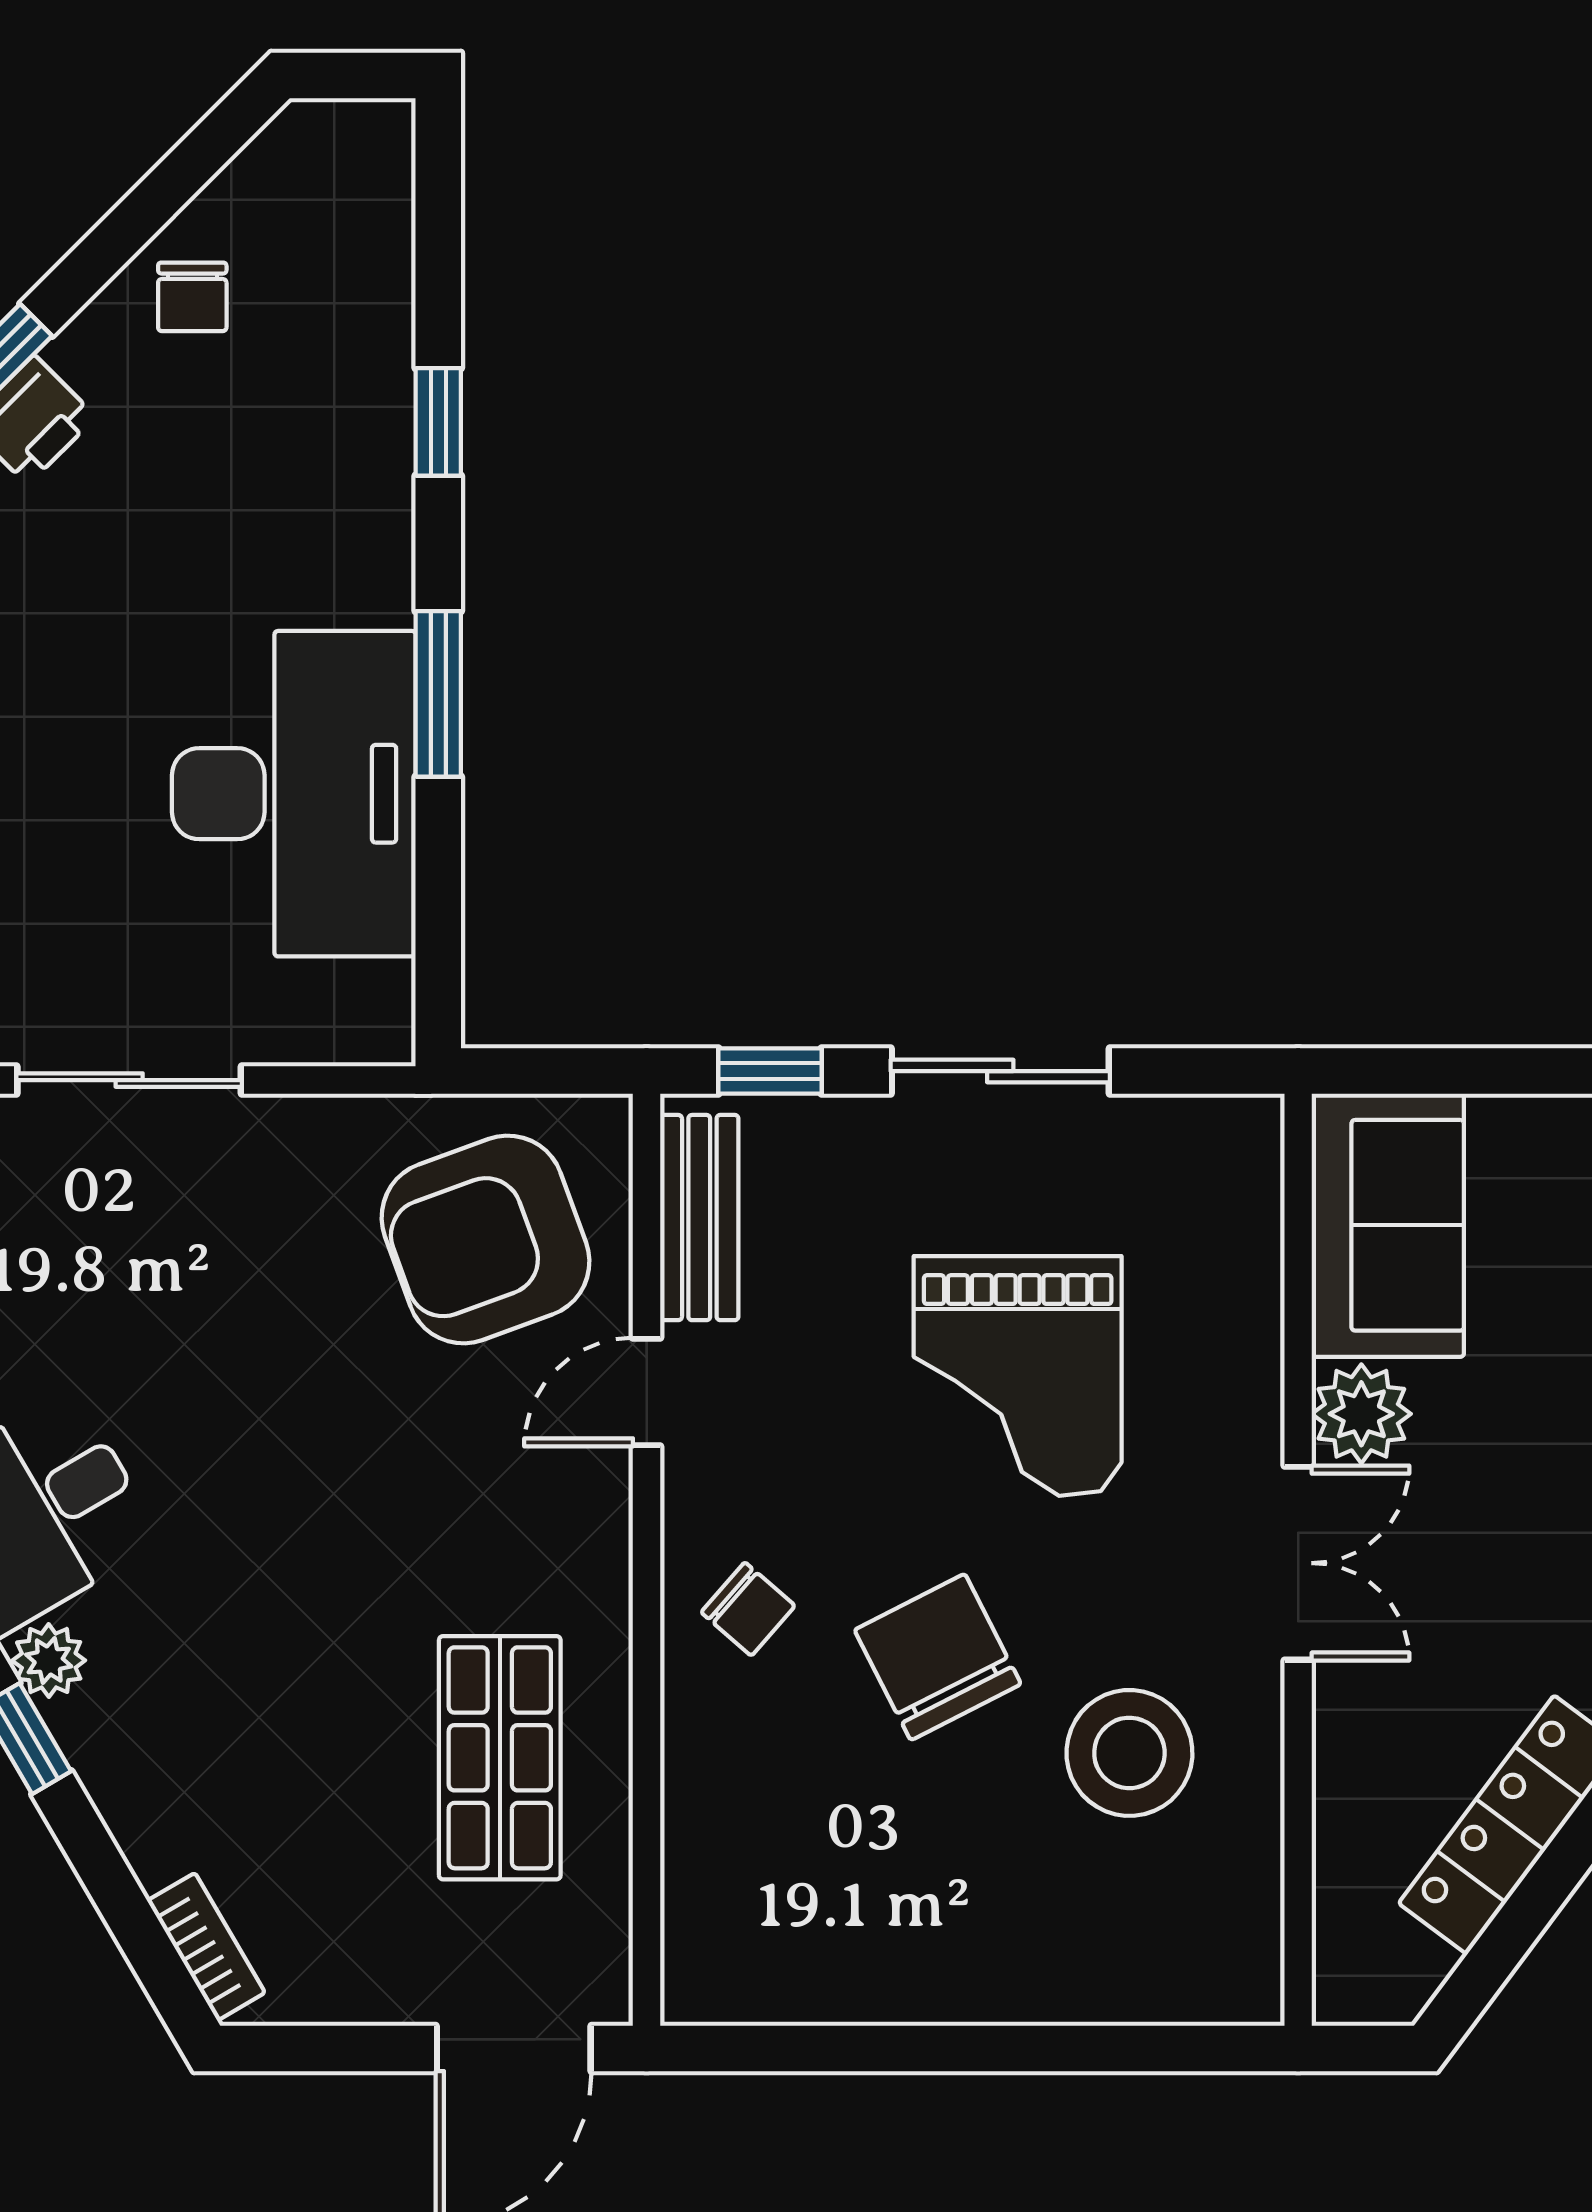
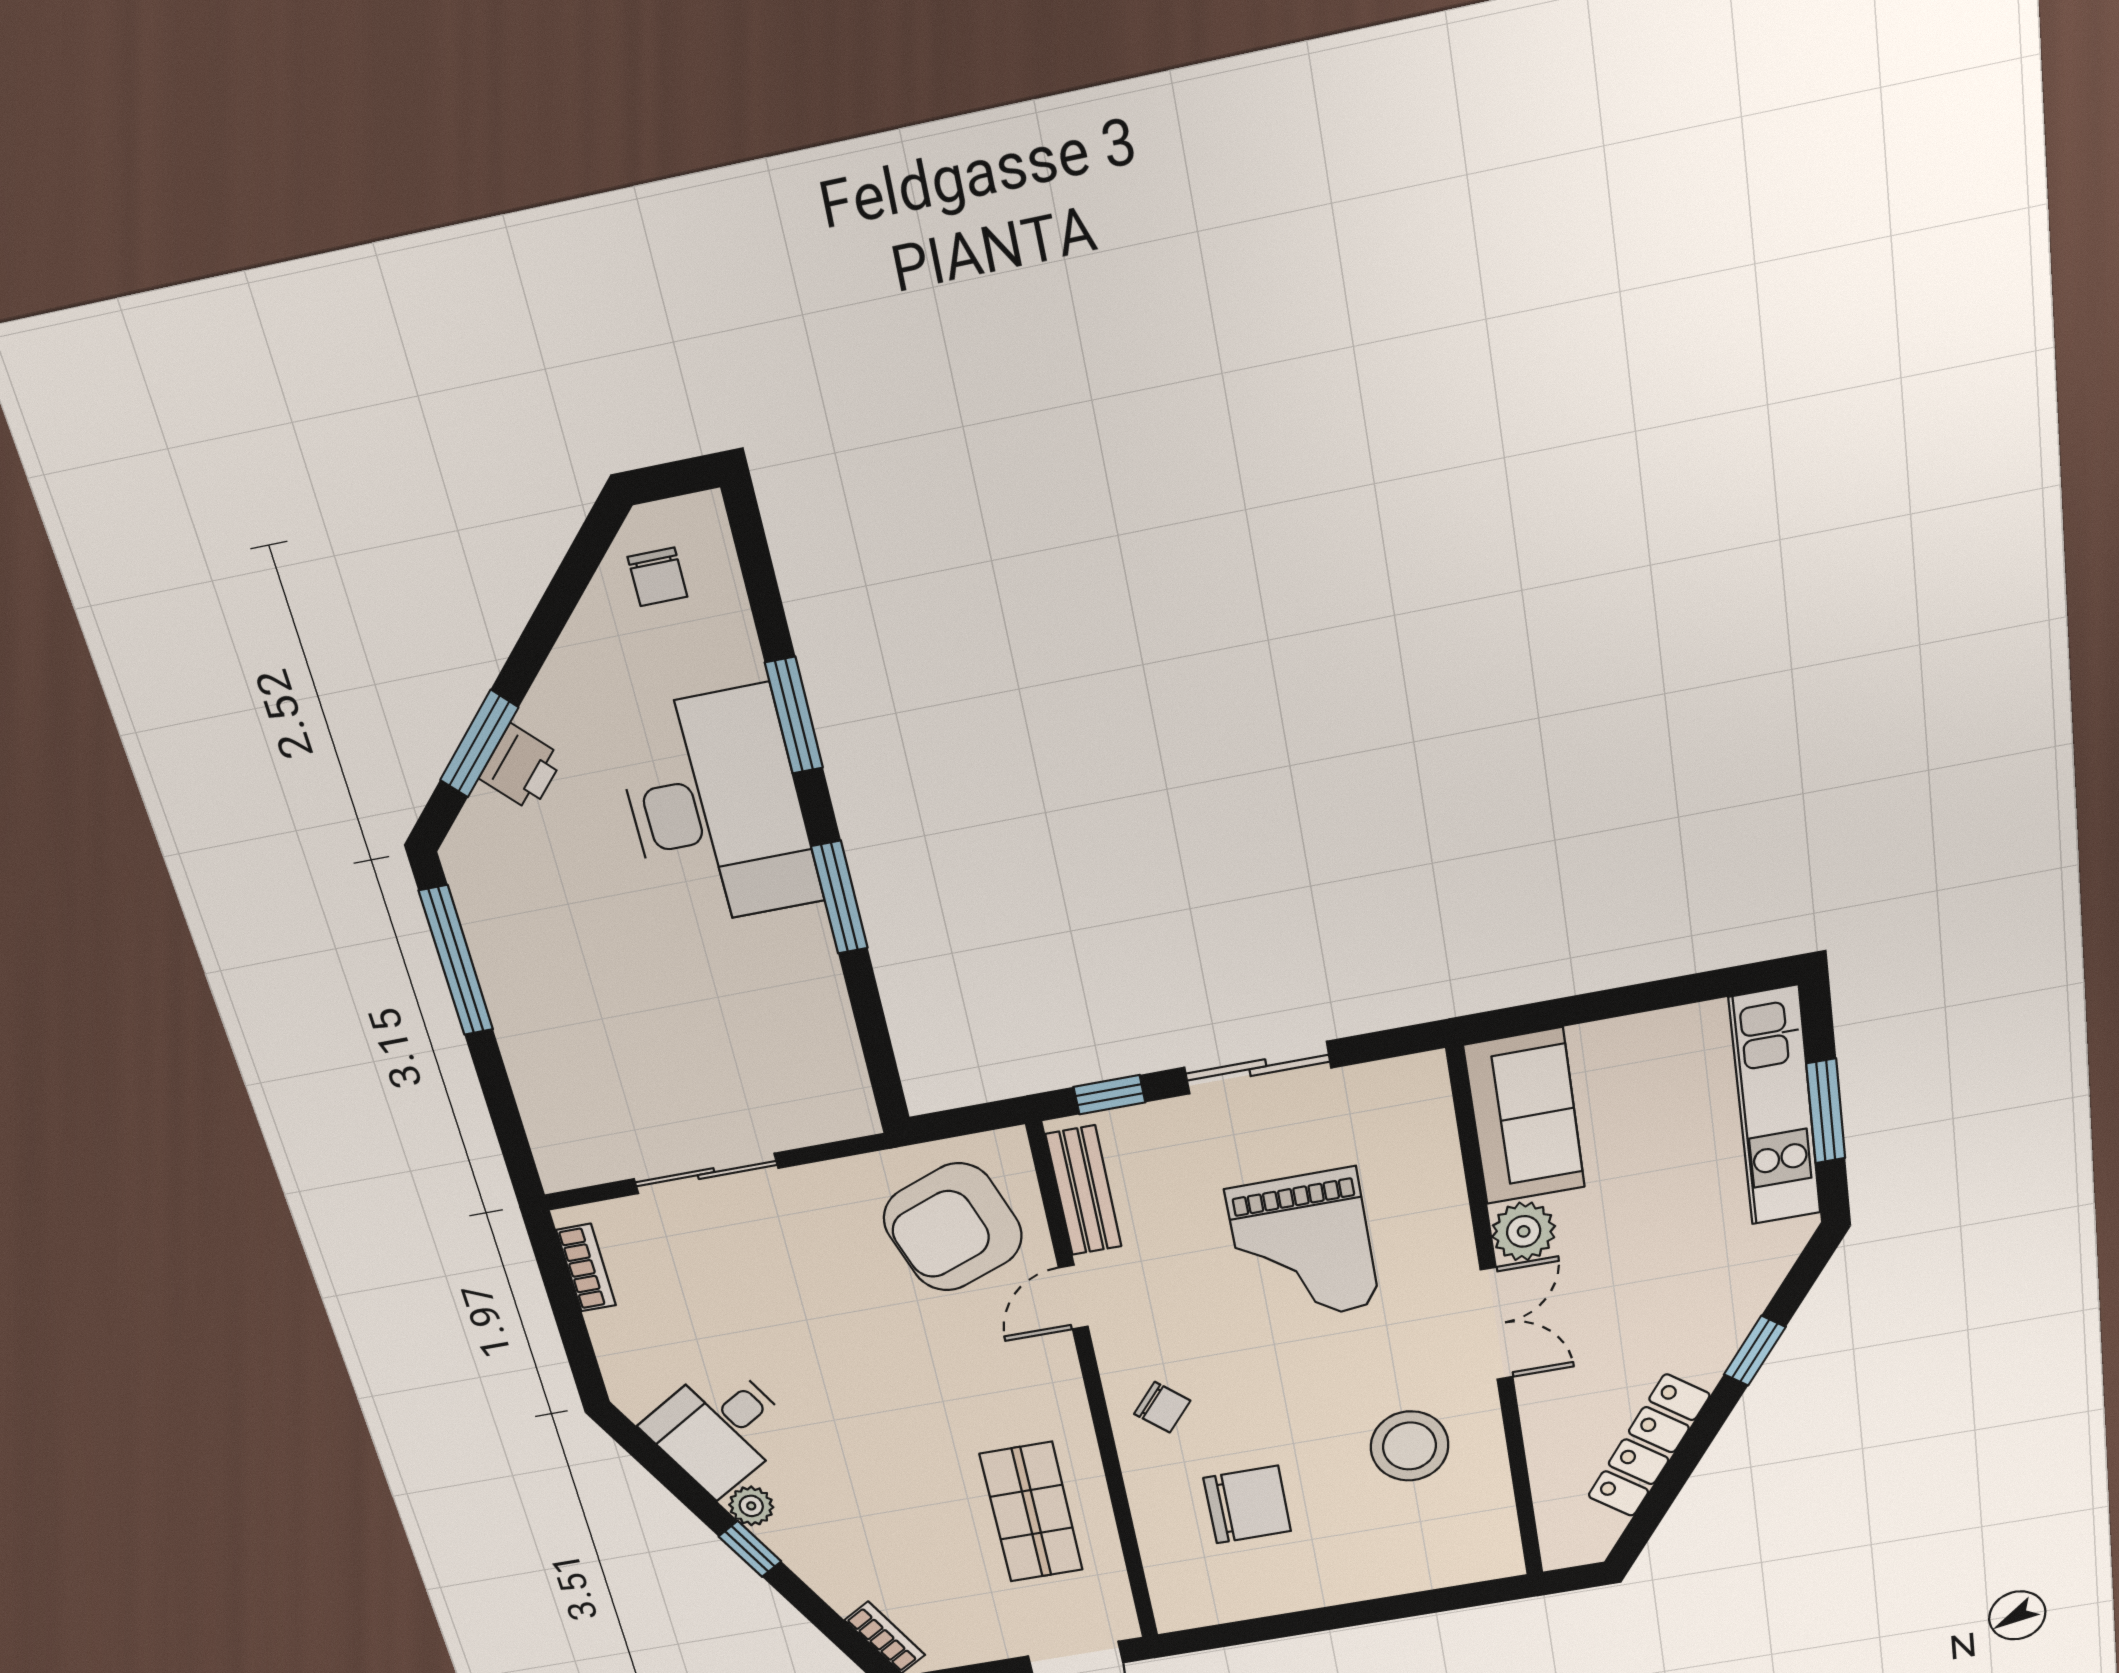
chair: (192, 297) -> (657, 577), moved
window: (438, 422) -> (794, 715), width x1.50
desk: (294, 794) -> (717, 808), moved
chair: (938, 1657) -> (1247, 1505), moved, turned 117

